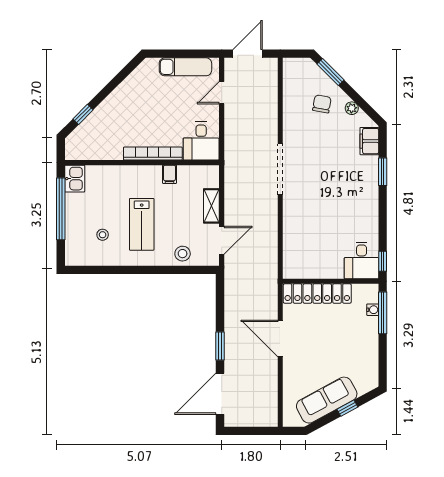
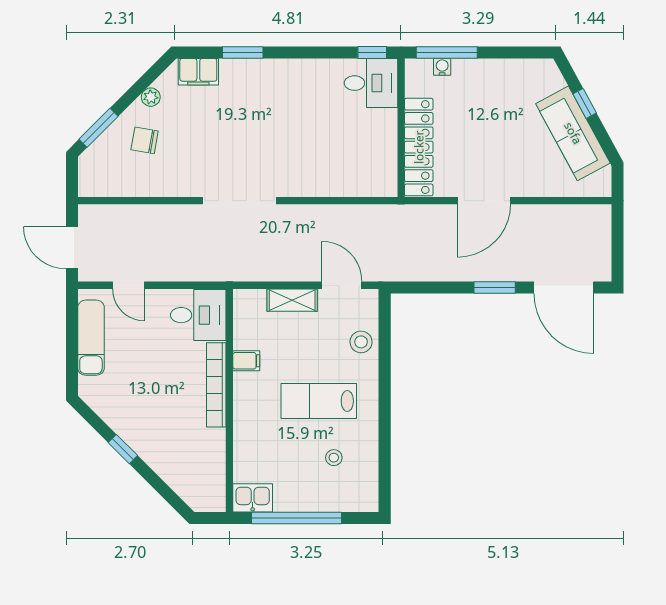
window: (83, 114) -> (123, 449), moved
lab bench: (142, 224) -> (319, 401), turned 180

